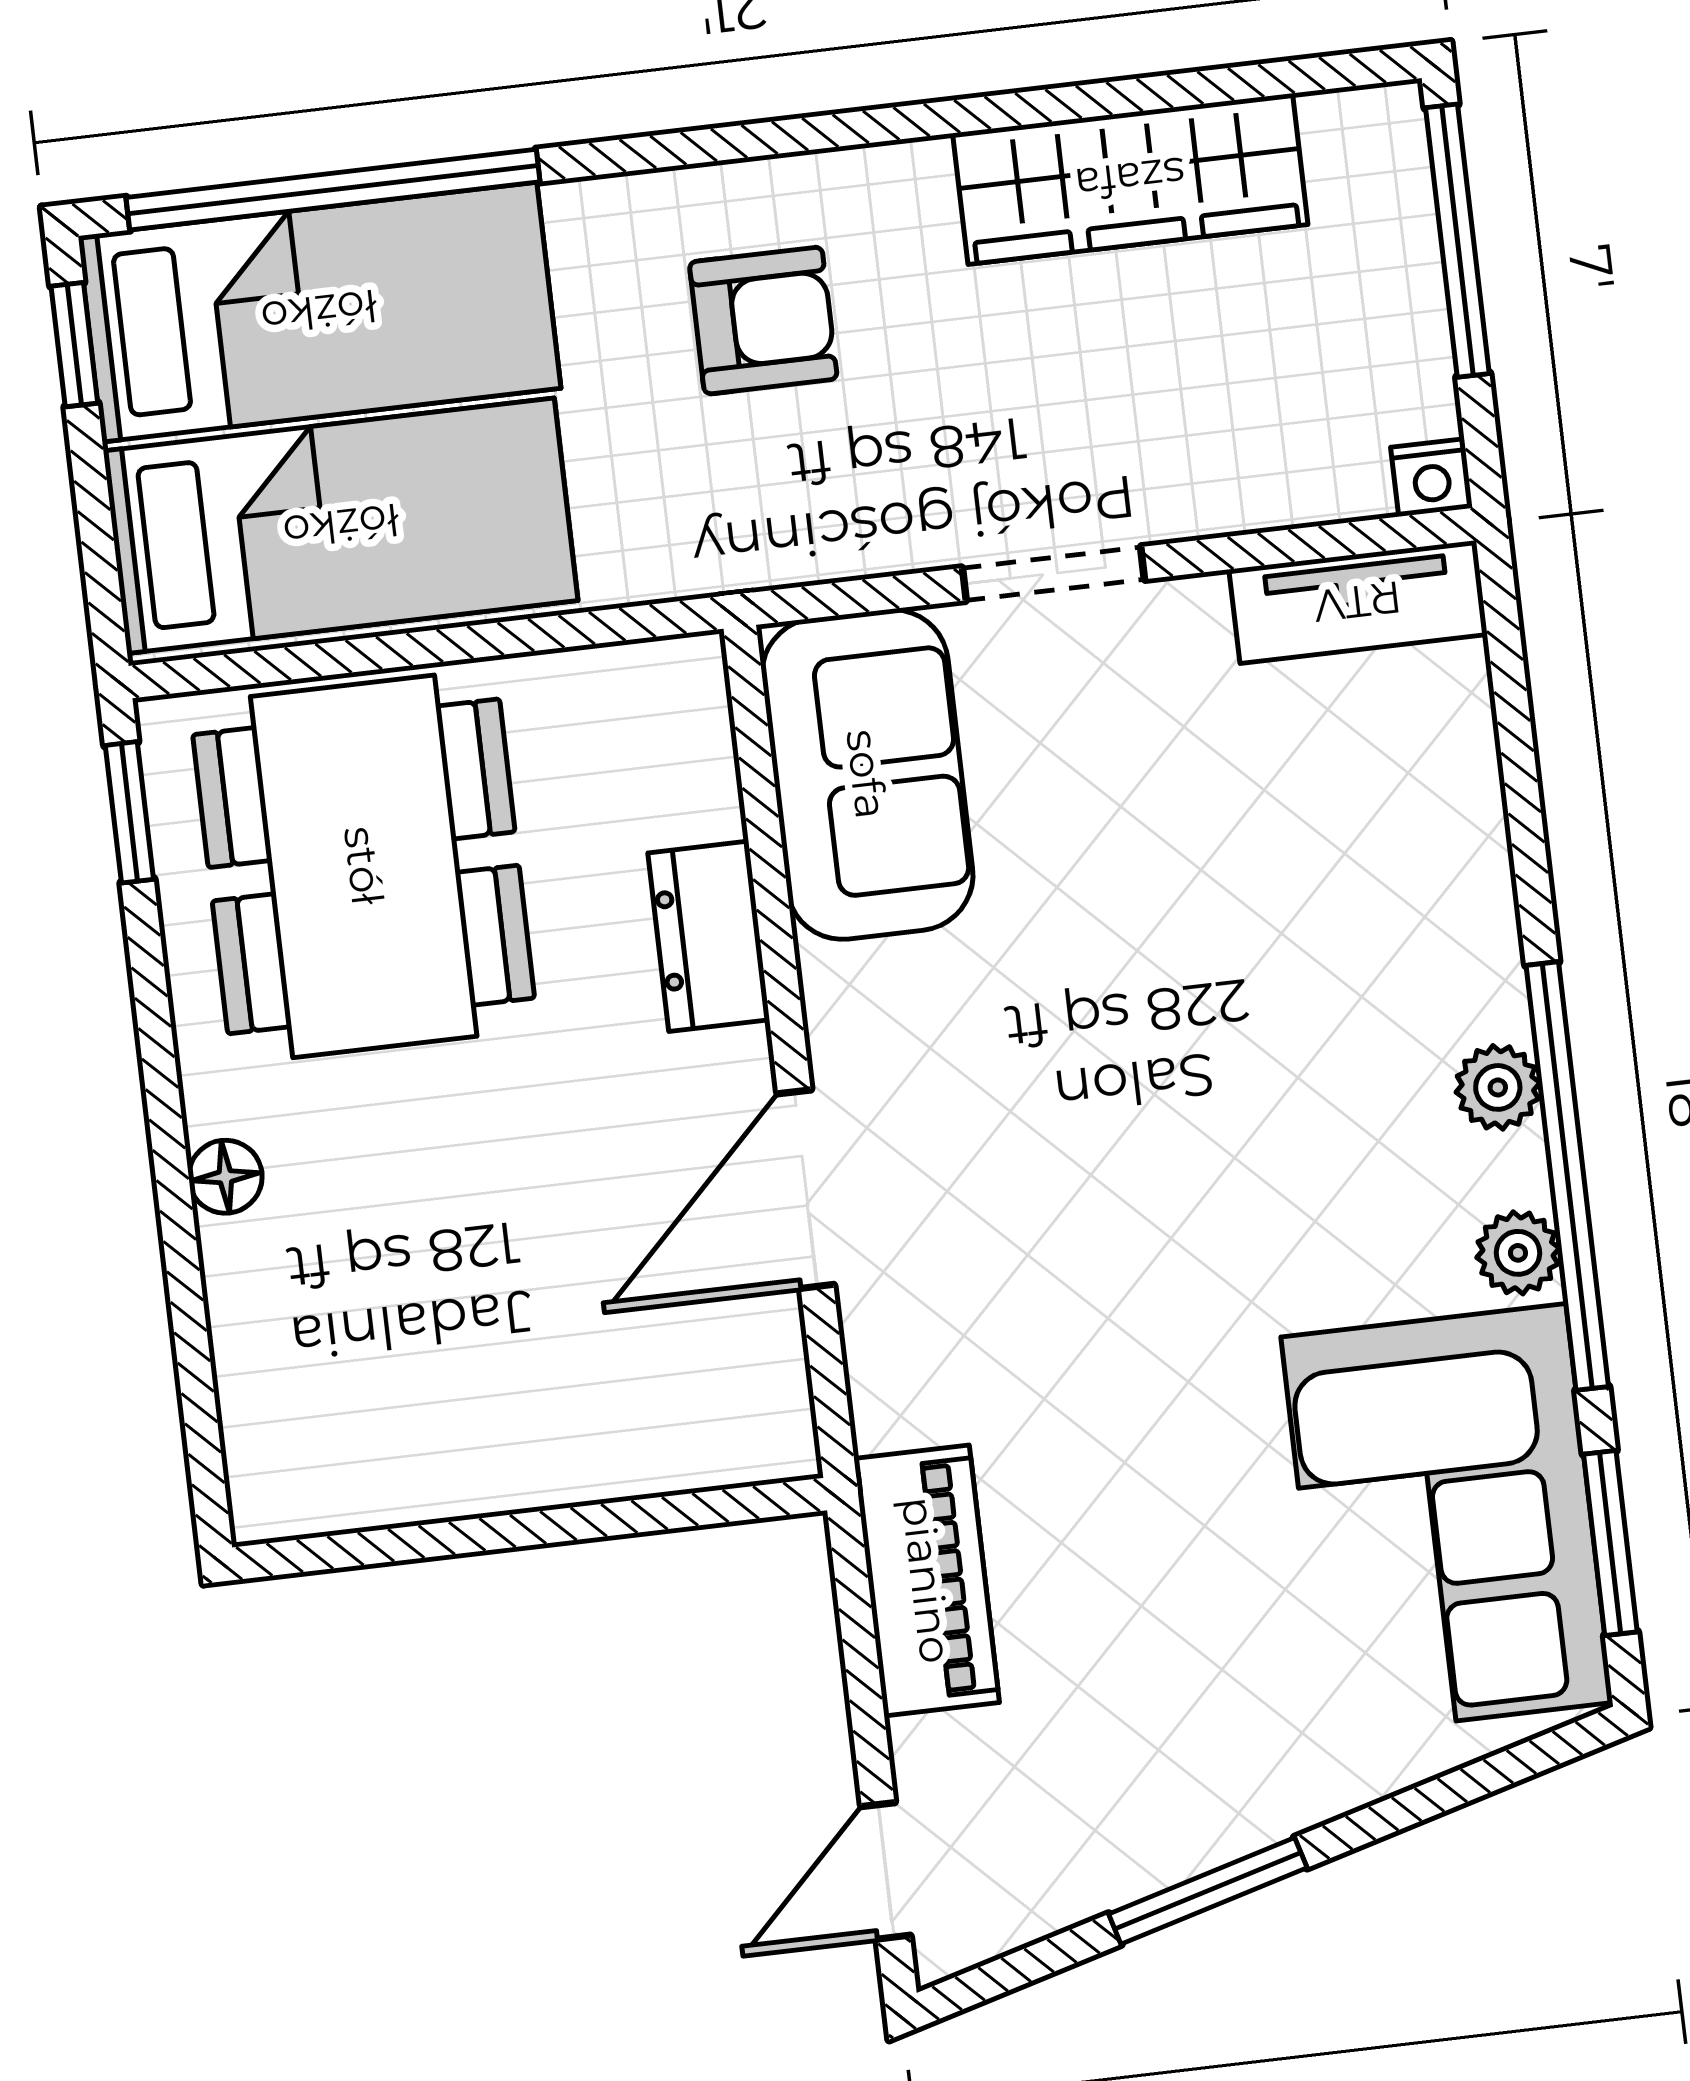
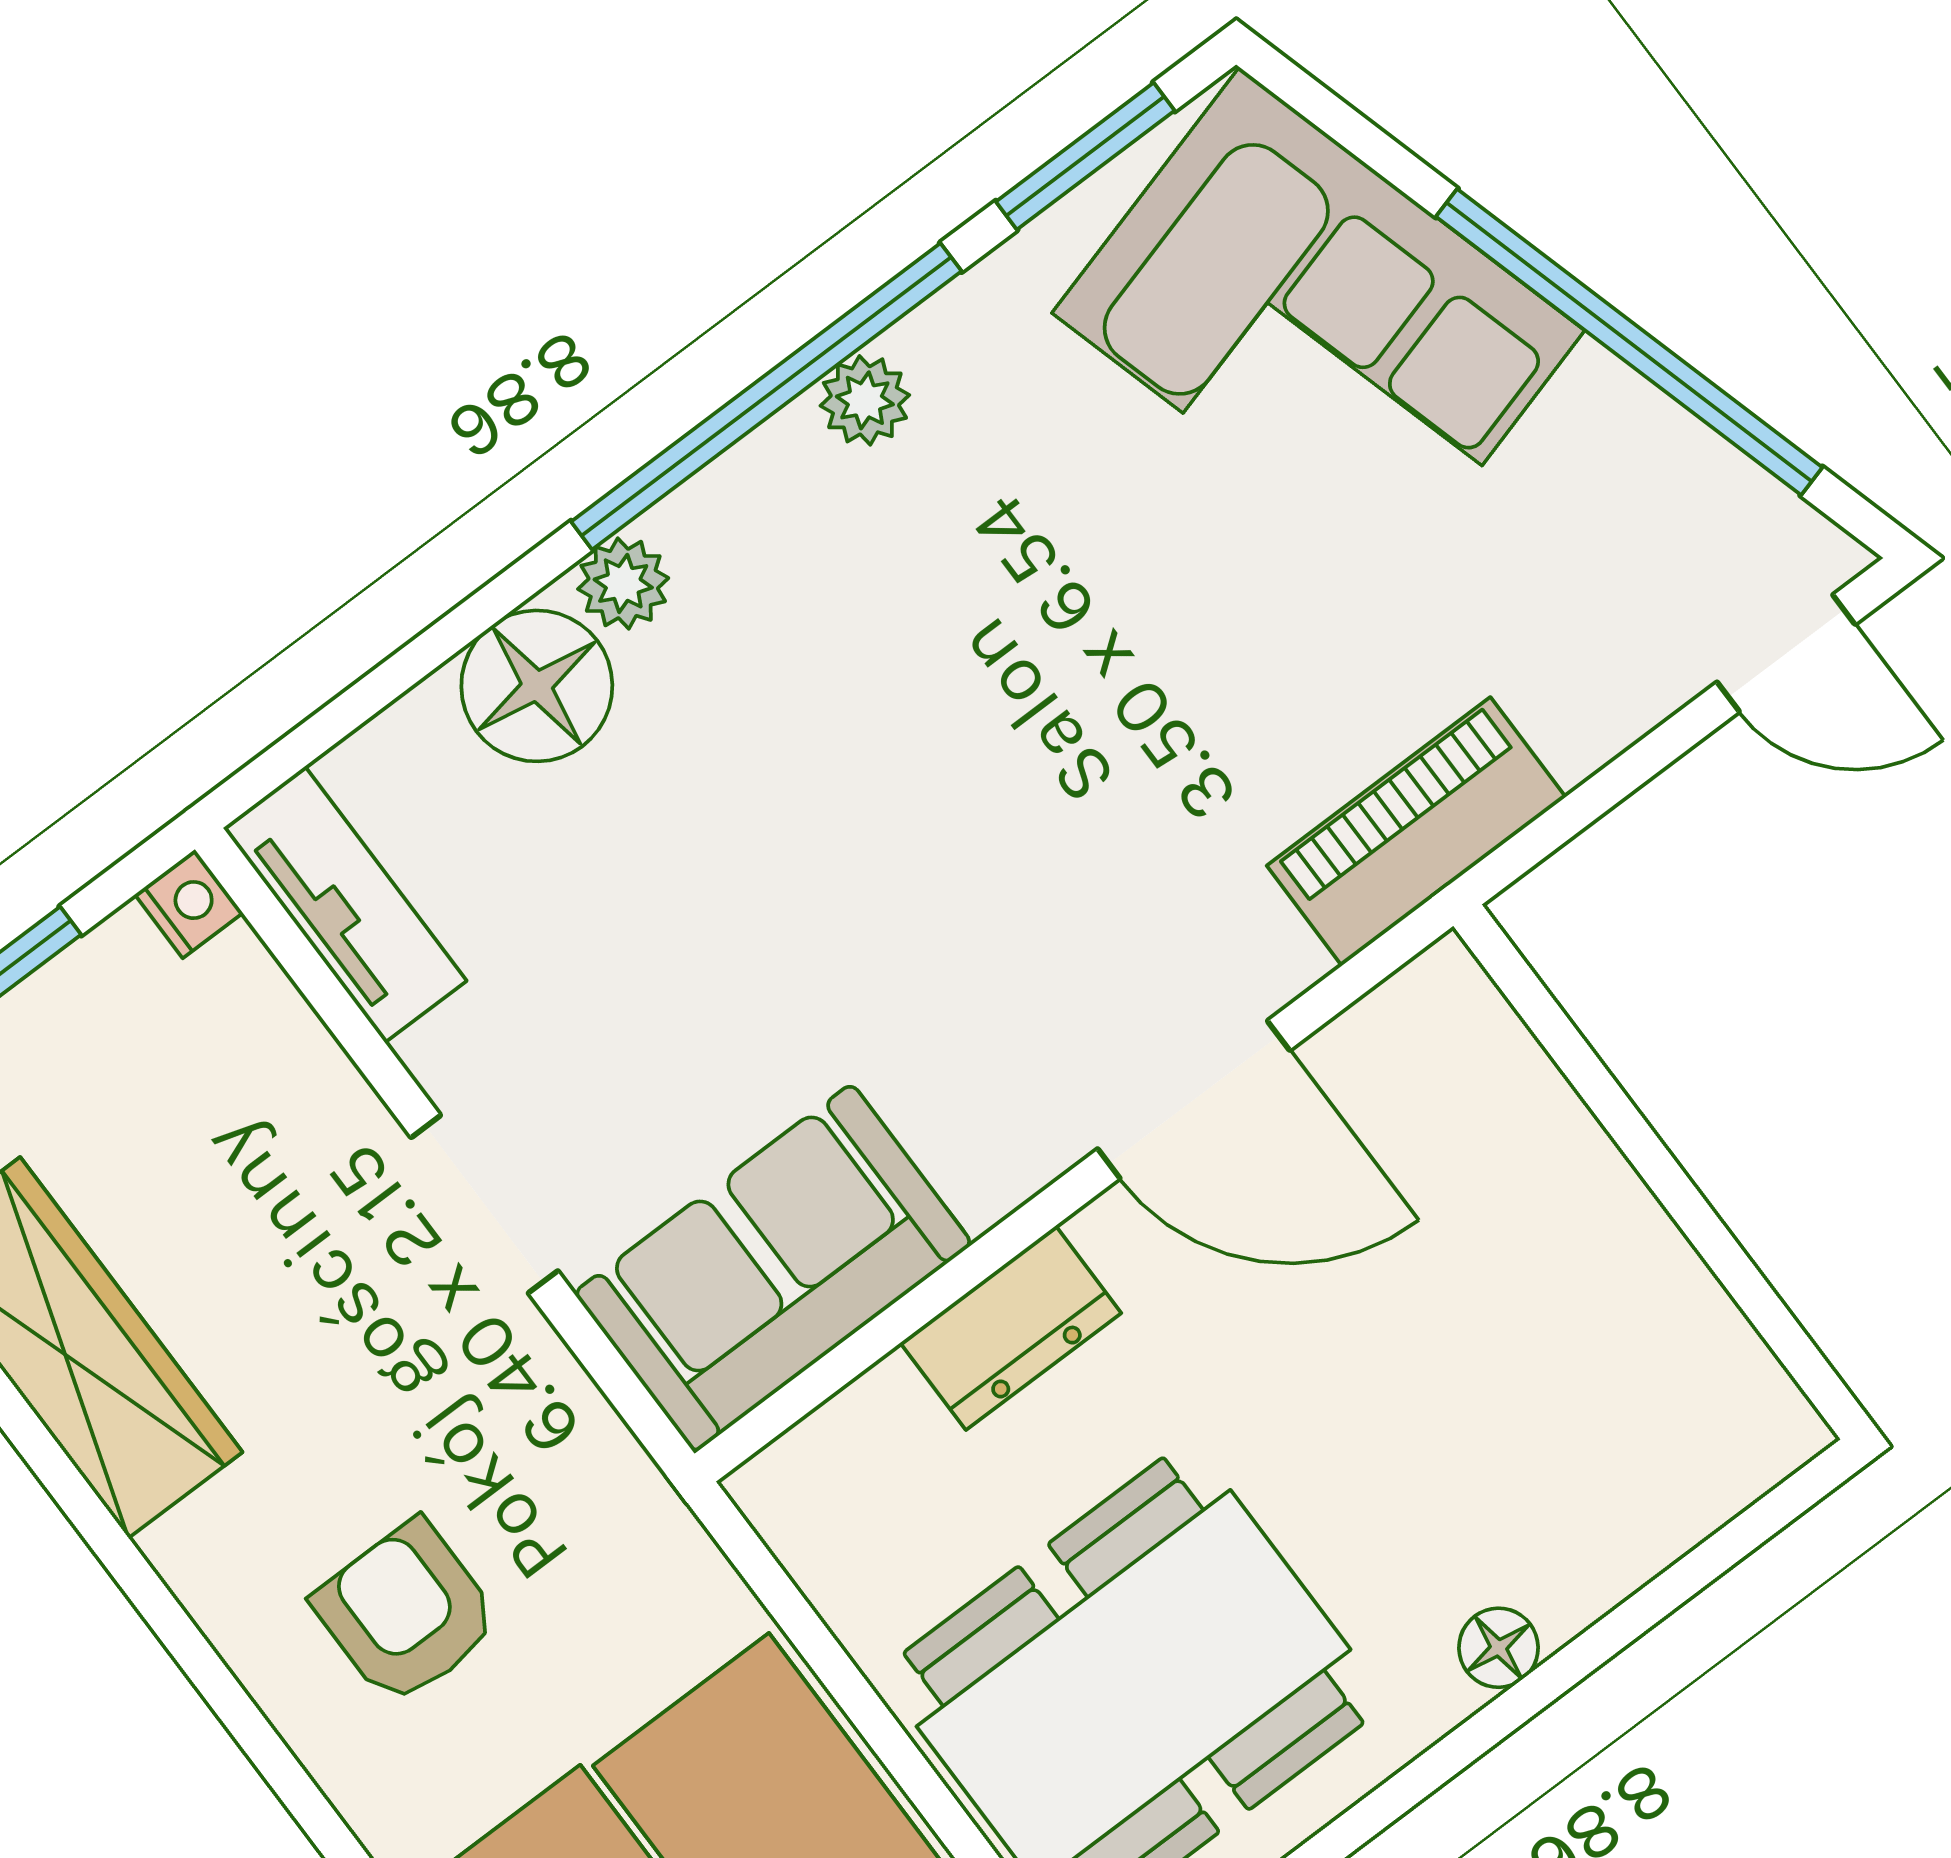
floor lamp: (1443, 857) -> (537, 686), added
plant: (1498, 1087) -> (623, 583), moved
corner sofa: (1447, 1520) -> (1318, 322), moved, turned 74
piano: (927, 1580) -> (1416, 831), moved
window: (1208, 1891) -> (1629, 342), width x2.11

